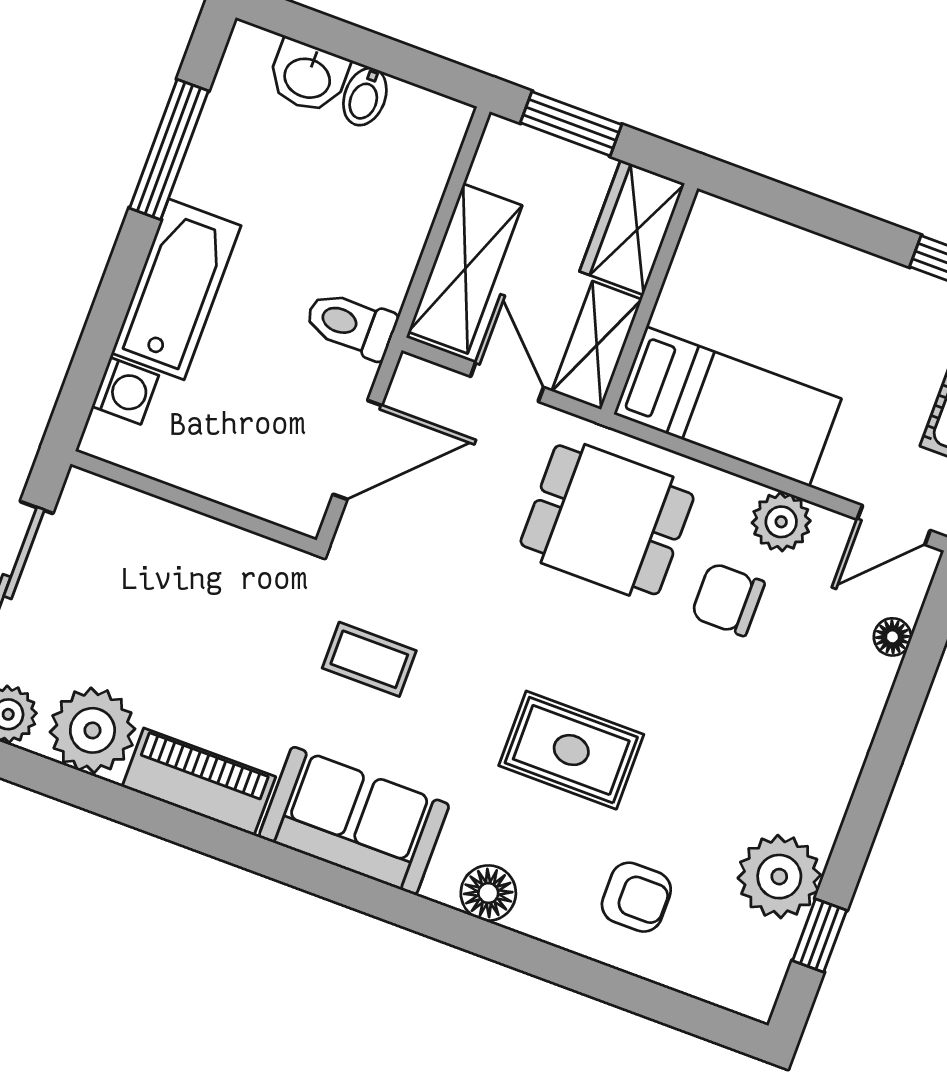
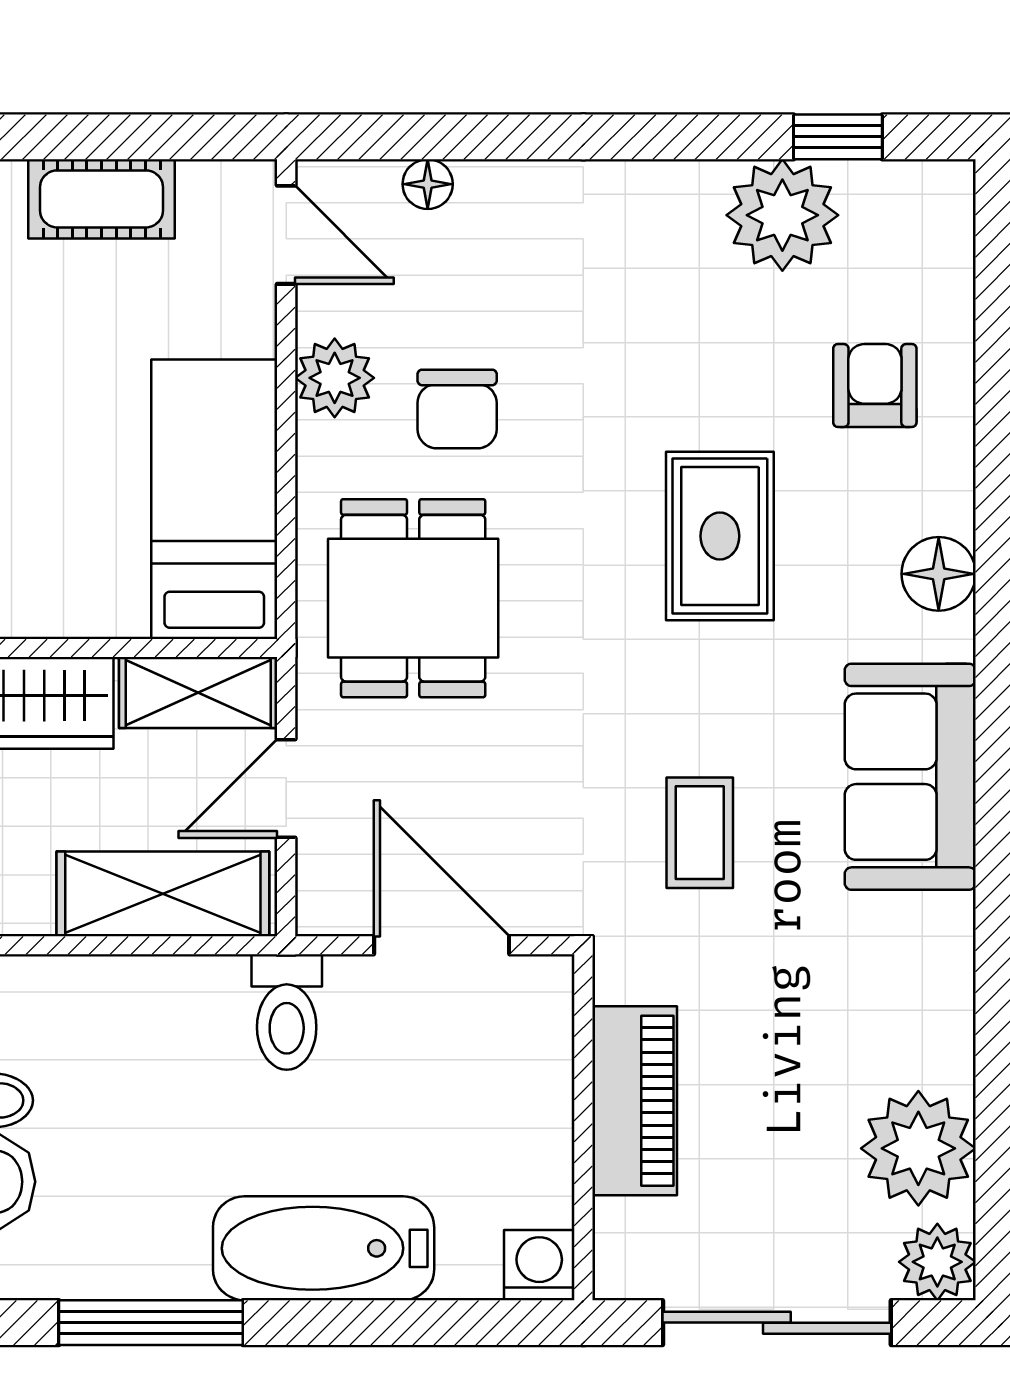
washing machine: (125, 391) -> (539, 1265), moved
piano: (199, 782) -> (635, 1101), moved, turned 180

